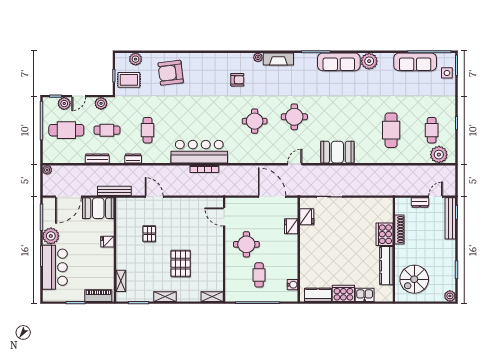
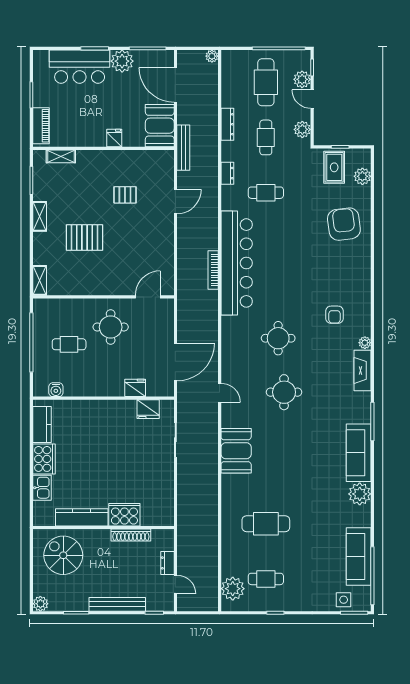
bar counter: (199, 152) -> (237, 263), width x1.36
bench: (450, 218) -> (117, 604), moved

